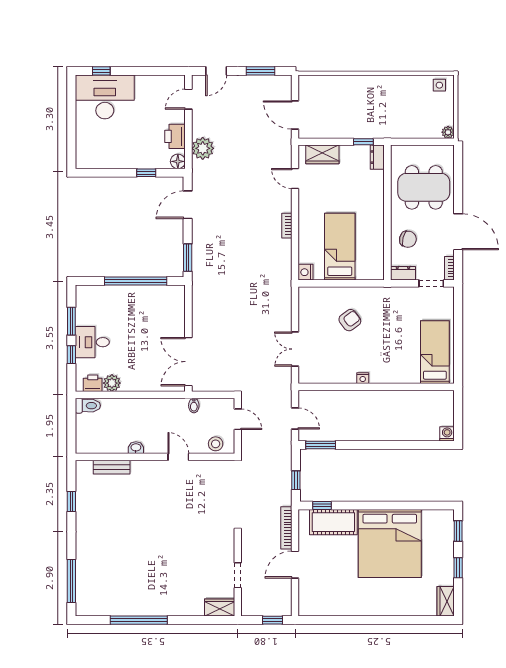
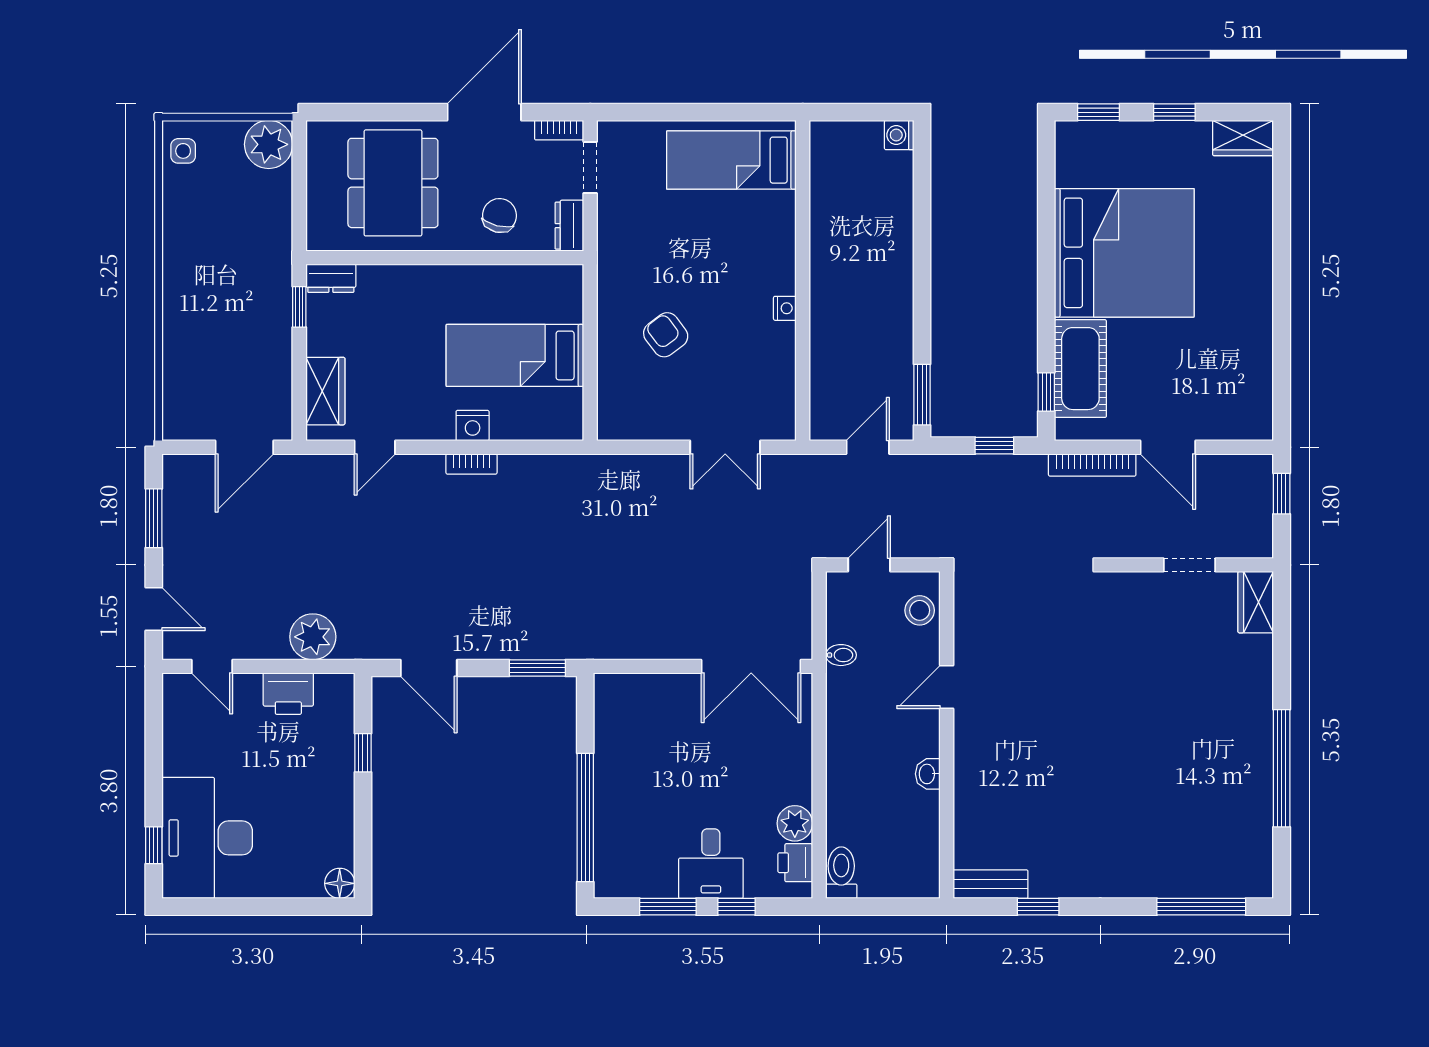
plant: (448, 132) -> (269, 144), width x1.88, depth x1.88
floor lamp: (178, 161) -> (340, 883), moved
nightstand: (306, 272) -> (473, 426), moved
window: (136, 281) -> (585, 818), moved
bench: (112, 467) -> (991, 884), moved, turned 90

